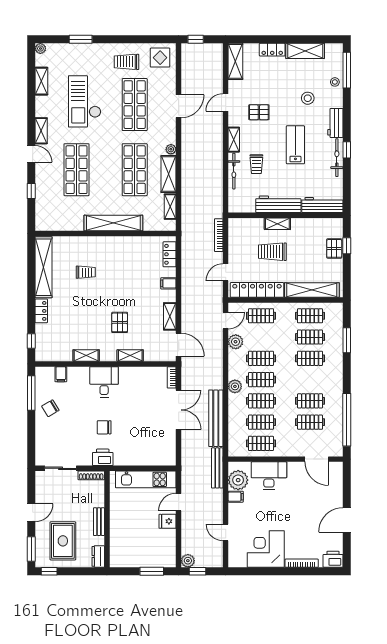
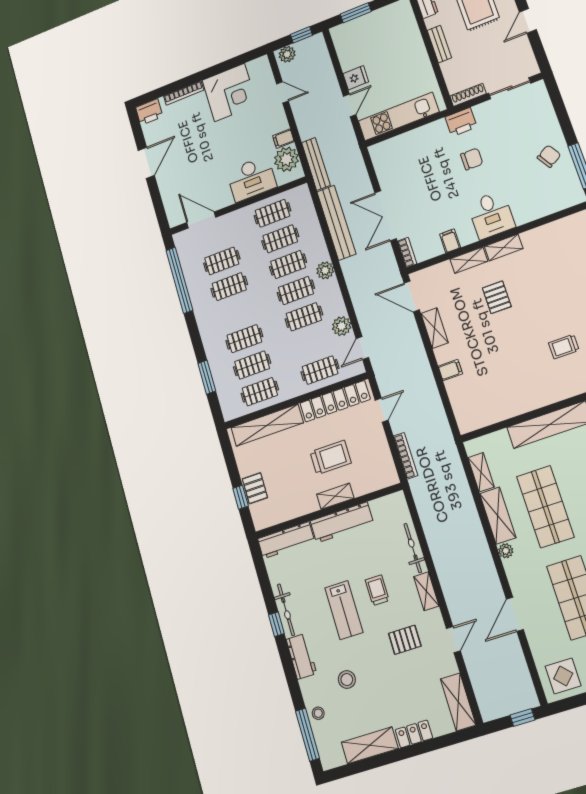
trolley: (256, 164) -> (377, 590), moved
locker: (170, 254) -> (461, 409), removed
shelving: (86, 356) -> (504, 247), moved
filing cabinet: (61, 374) -> (450, 241), moved
plant: (188, 561) -> (287, 54), moved

